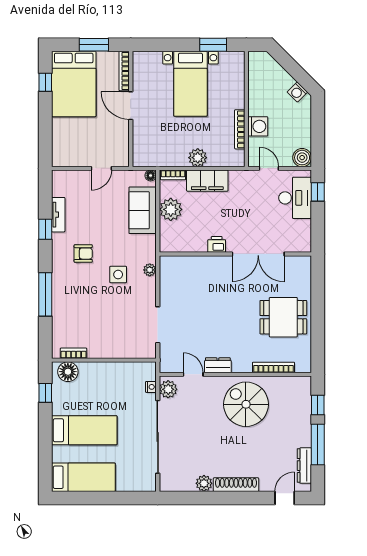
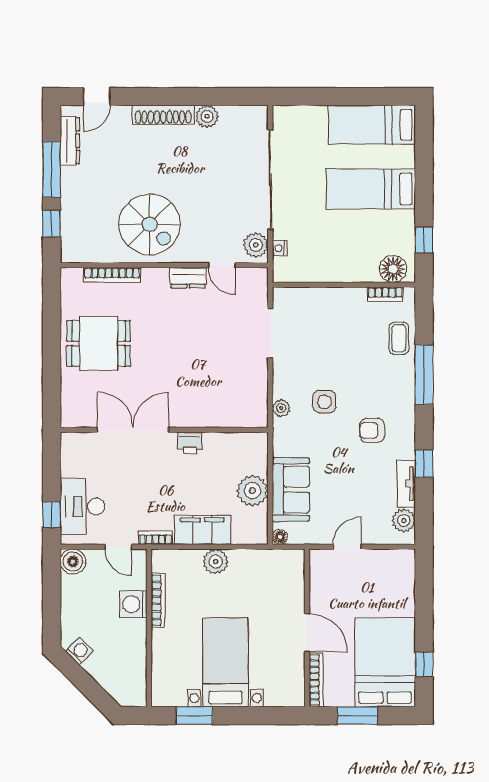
bookcase: (173, 175) -> (156, 538), moved
plant: (60, 188) -> (404, 521), added
coffee table: (64, 321) -> (399, 338), added

